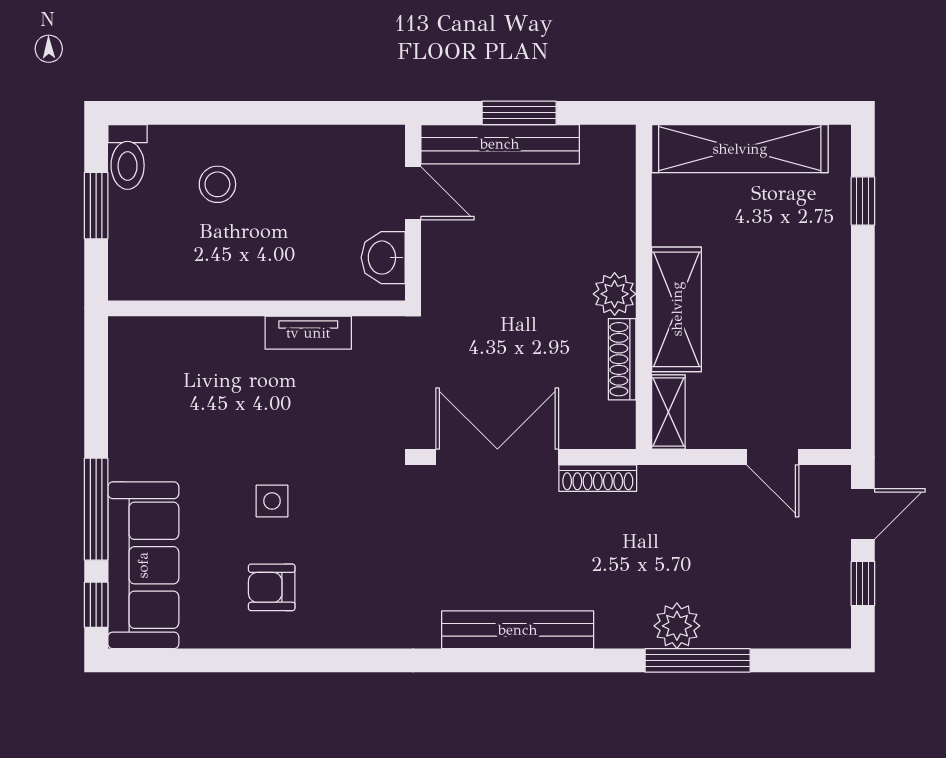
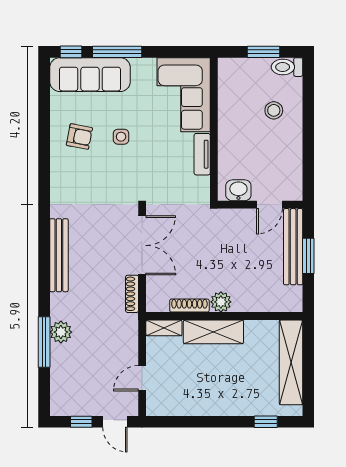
corner sofa: (185, 371) -> (184, 95), added
armchair: (272, 587) -> (79, 137), turned 101

